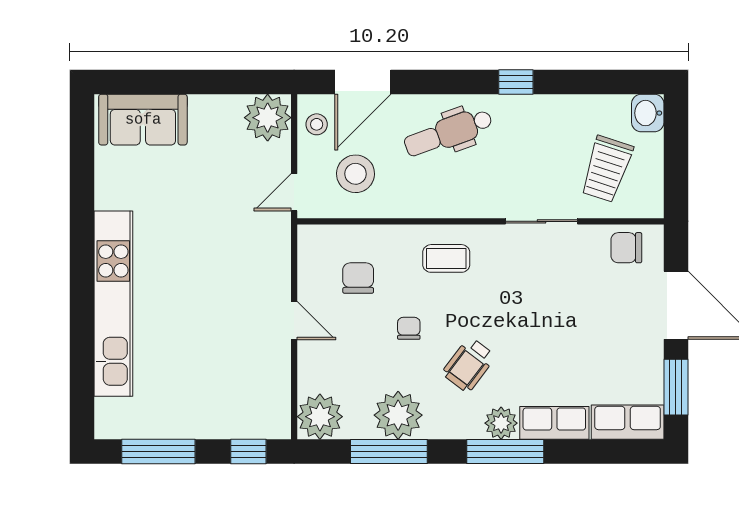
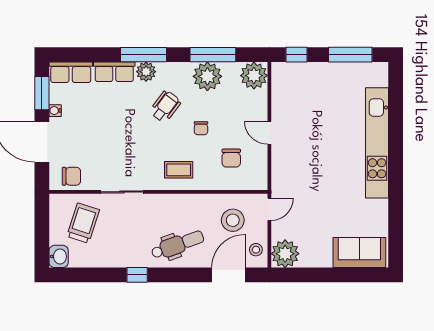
water cooler: (654, 358) -> (55, 111), added

